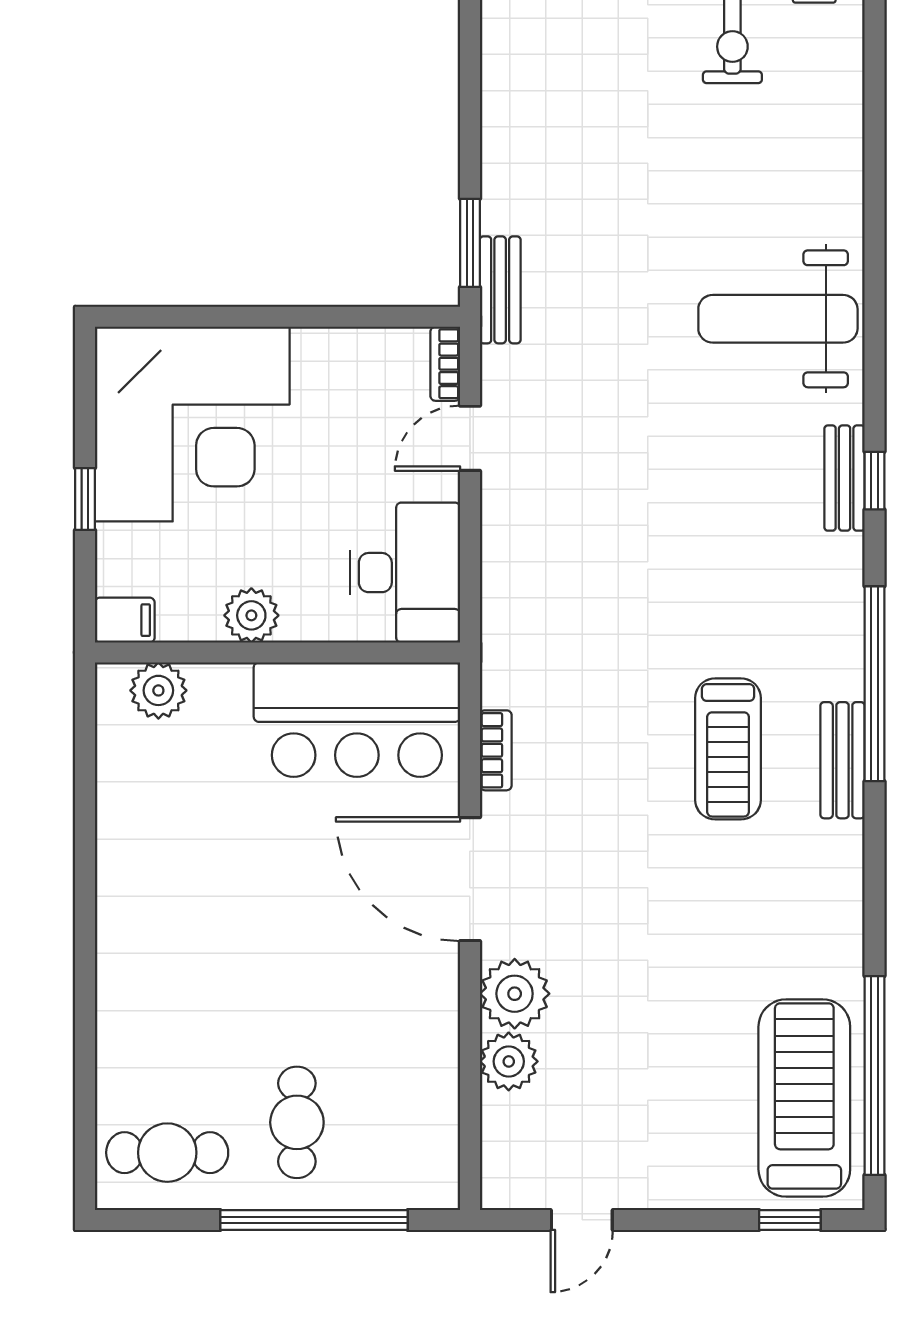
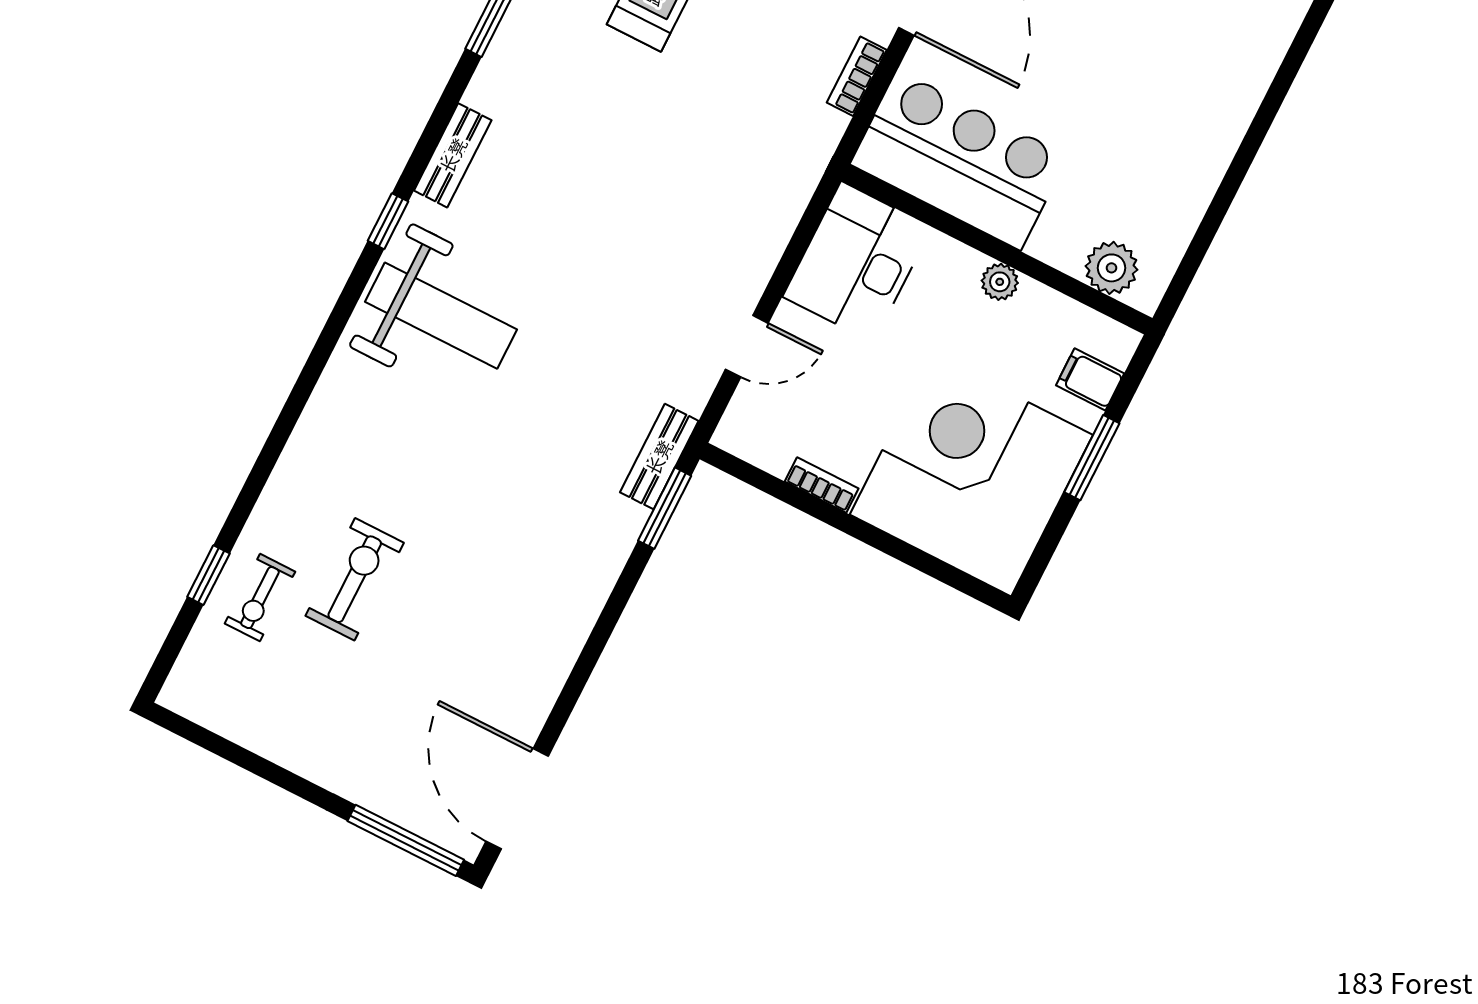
bookcase: (445, 364) -> (822, 485), moved, turned -90
window: (875, 481) -> (388, 221), moved
window: (85, 499) -> (1092, 458), width x1.50
plant: (251, 615) -> (1000, 282), width x0.73, depth x0.73
filing cabinet: (125, 620) -> (1090, 379), moved

